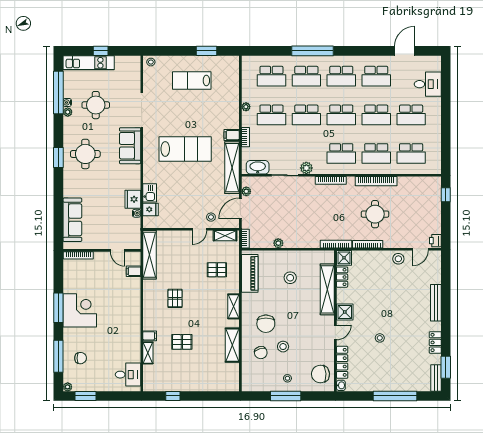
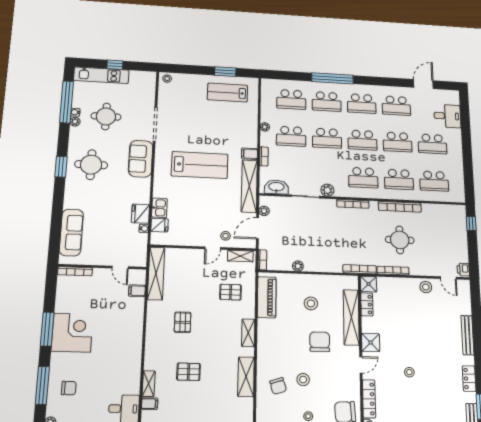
lab bench: (192, 80) -> (228, 93), moved
door: (420, 249) -> (448, 278), hinge flipped
chair: (266, 324) -> (320, 342), moved, turned 180
filing cabinet: (150, 336) -> (150, 404), moved

